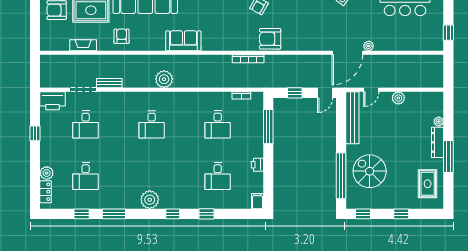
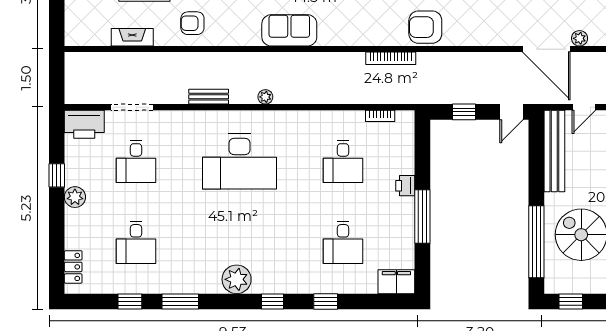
armchair: (122, 36) -> (192, 23), turned -90
door: (347, 53) -> (546, 49), hinge flipped
plant: (164, 79) -> (265, 97), width x0.53, depth x0.53
bench: (109, 83) -> (209, 97), moved
desk: (152, 124) -> (240, 161), width x1.87, depth x1.30
window: (268, 127) -> (422, 217), moved
printer: (257, 165) -> (405, 186), moved
plant: (47, 173) -> (75, 197), moved
filing cabinet: (257, 201) -> (396, 282), width x2.00

